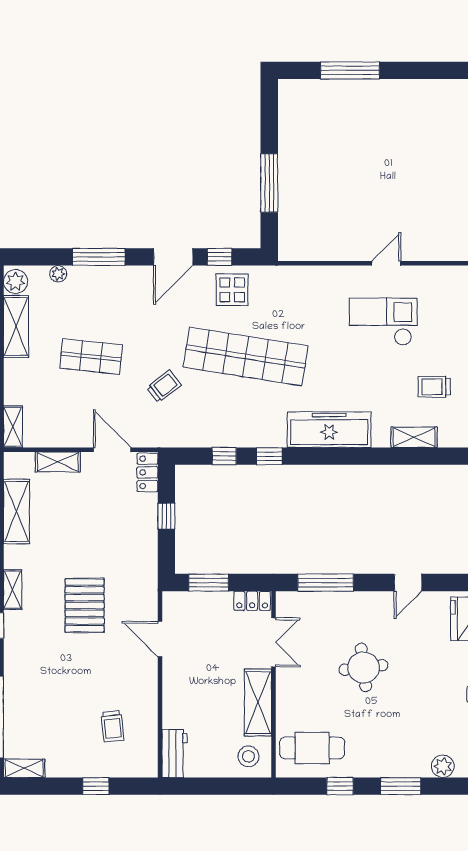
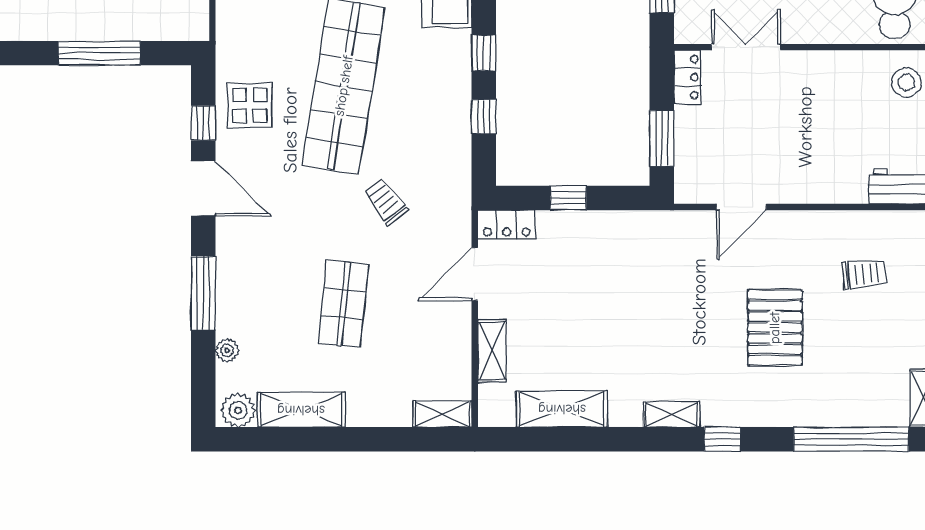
pallet: (85, 605) -> (775, 328), moved, turned 90
shelving: (258, 702) -> (831, 69), removed

